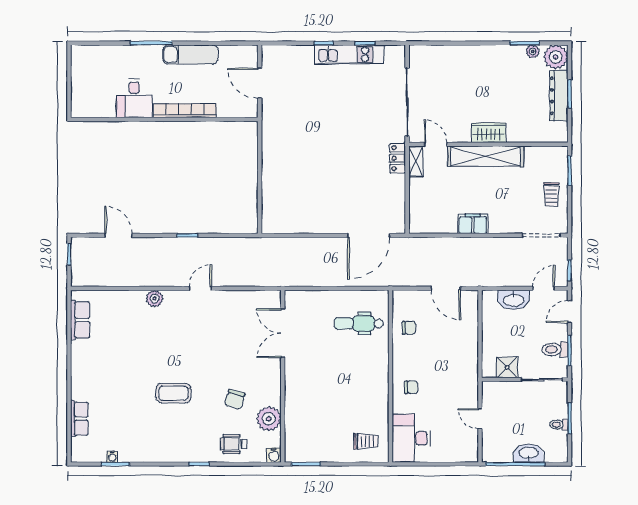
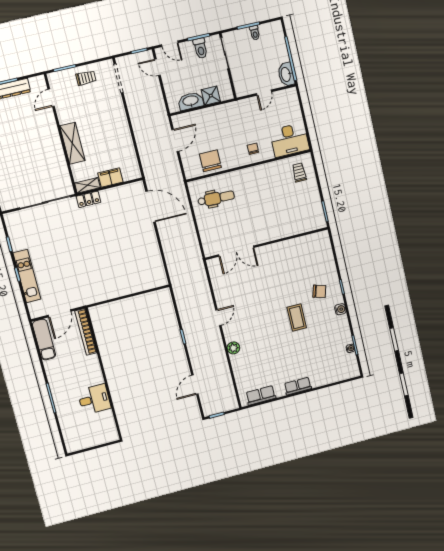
exam couch: (190, 54) -> (44, 340), moved
kitchen unit: (349, 54) -> (27, 276), moved
bookcase: (185, 111) -> (86, 332), moved
wardrobe: (489, 133) -> (52, 136), removed
door: (436, 144) -> (51, 98), moved
shelving: (486, 156) -> (72, 143), width x0.68
filing cabinet: (473, 224) -> (110, 178), moved, turned 90
door: (200, 288) -> (218, 318), swing flipped
washbasin: (514, 300) -> (191, 101), moved, turned -90
dental chair: (359, 323) -> (216, 198), turned -88
chair: (409, 328) -> (210, 161), width x1.87, depth x1.87
shower: (507, 367) -> (211, 96), moved
chair: (235, 399) -> (319, 291), moved
row of seats: (79, 419) -> (298, 386), moved
plant: (269, 419) -> (299, 246), removed
wheelchair: (234, 444) -> (323, 266), removed
washbasin: (529, 453) -> (286, 74), moved
water cooler: (274, 455) -> (340, 309), moved

